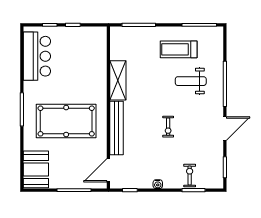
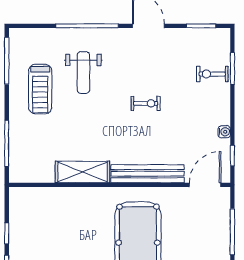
door: (108, 170) -> (205, 185), swing flipped
water cooler: (158, 184) -> (224, 132), moved

